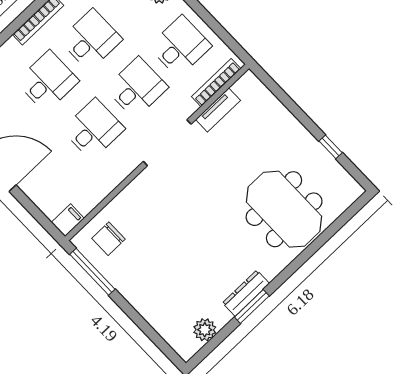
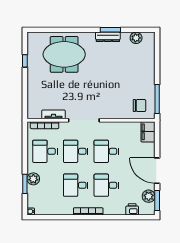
meeting table: (284, 209) -> (64, 54), turned 90
filing cabinet: (68, 220) -> (148, 132), width x2.00

